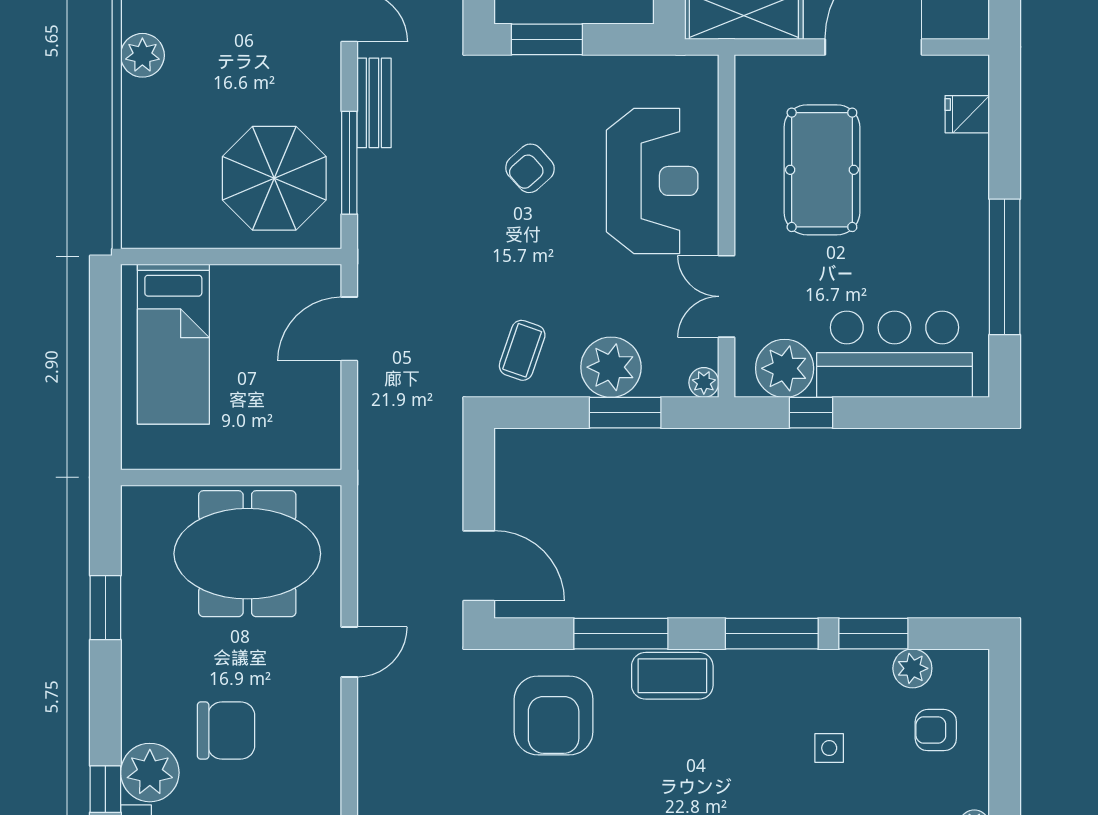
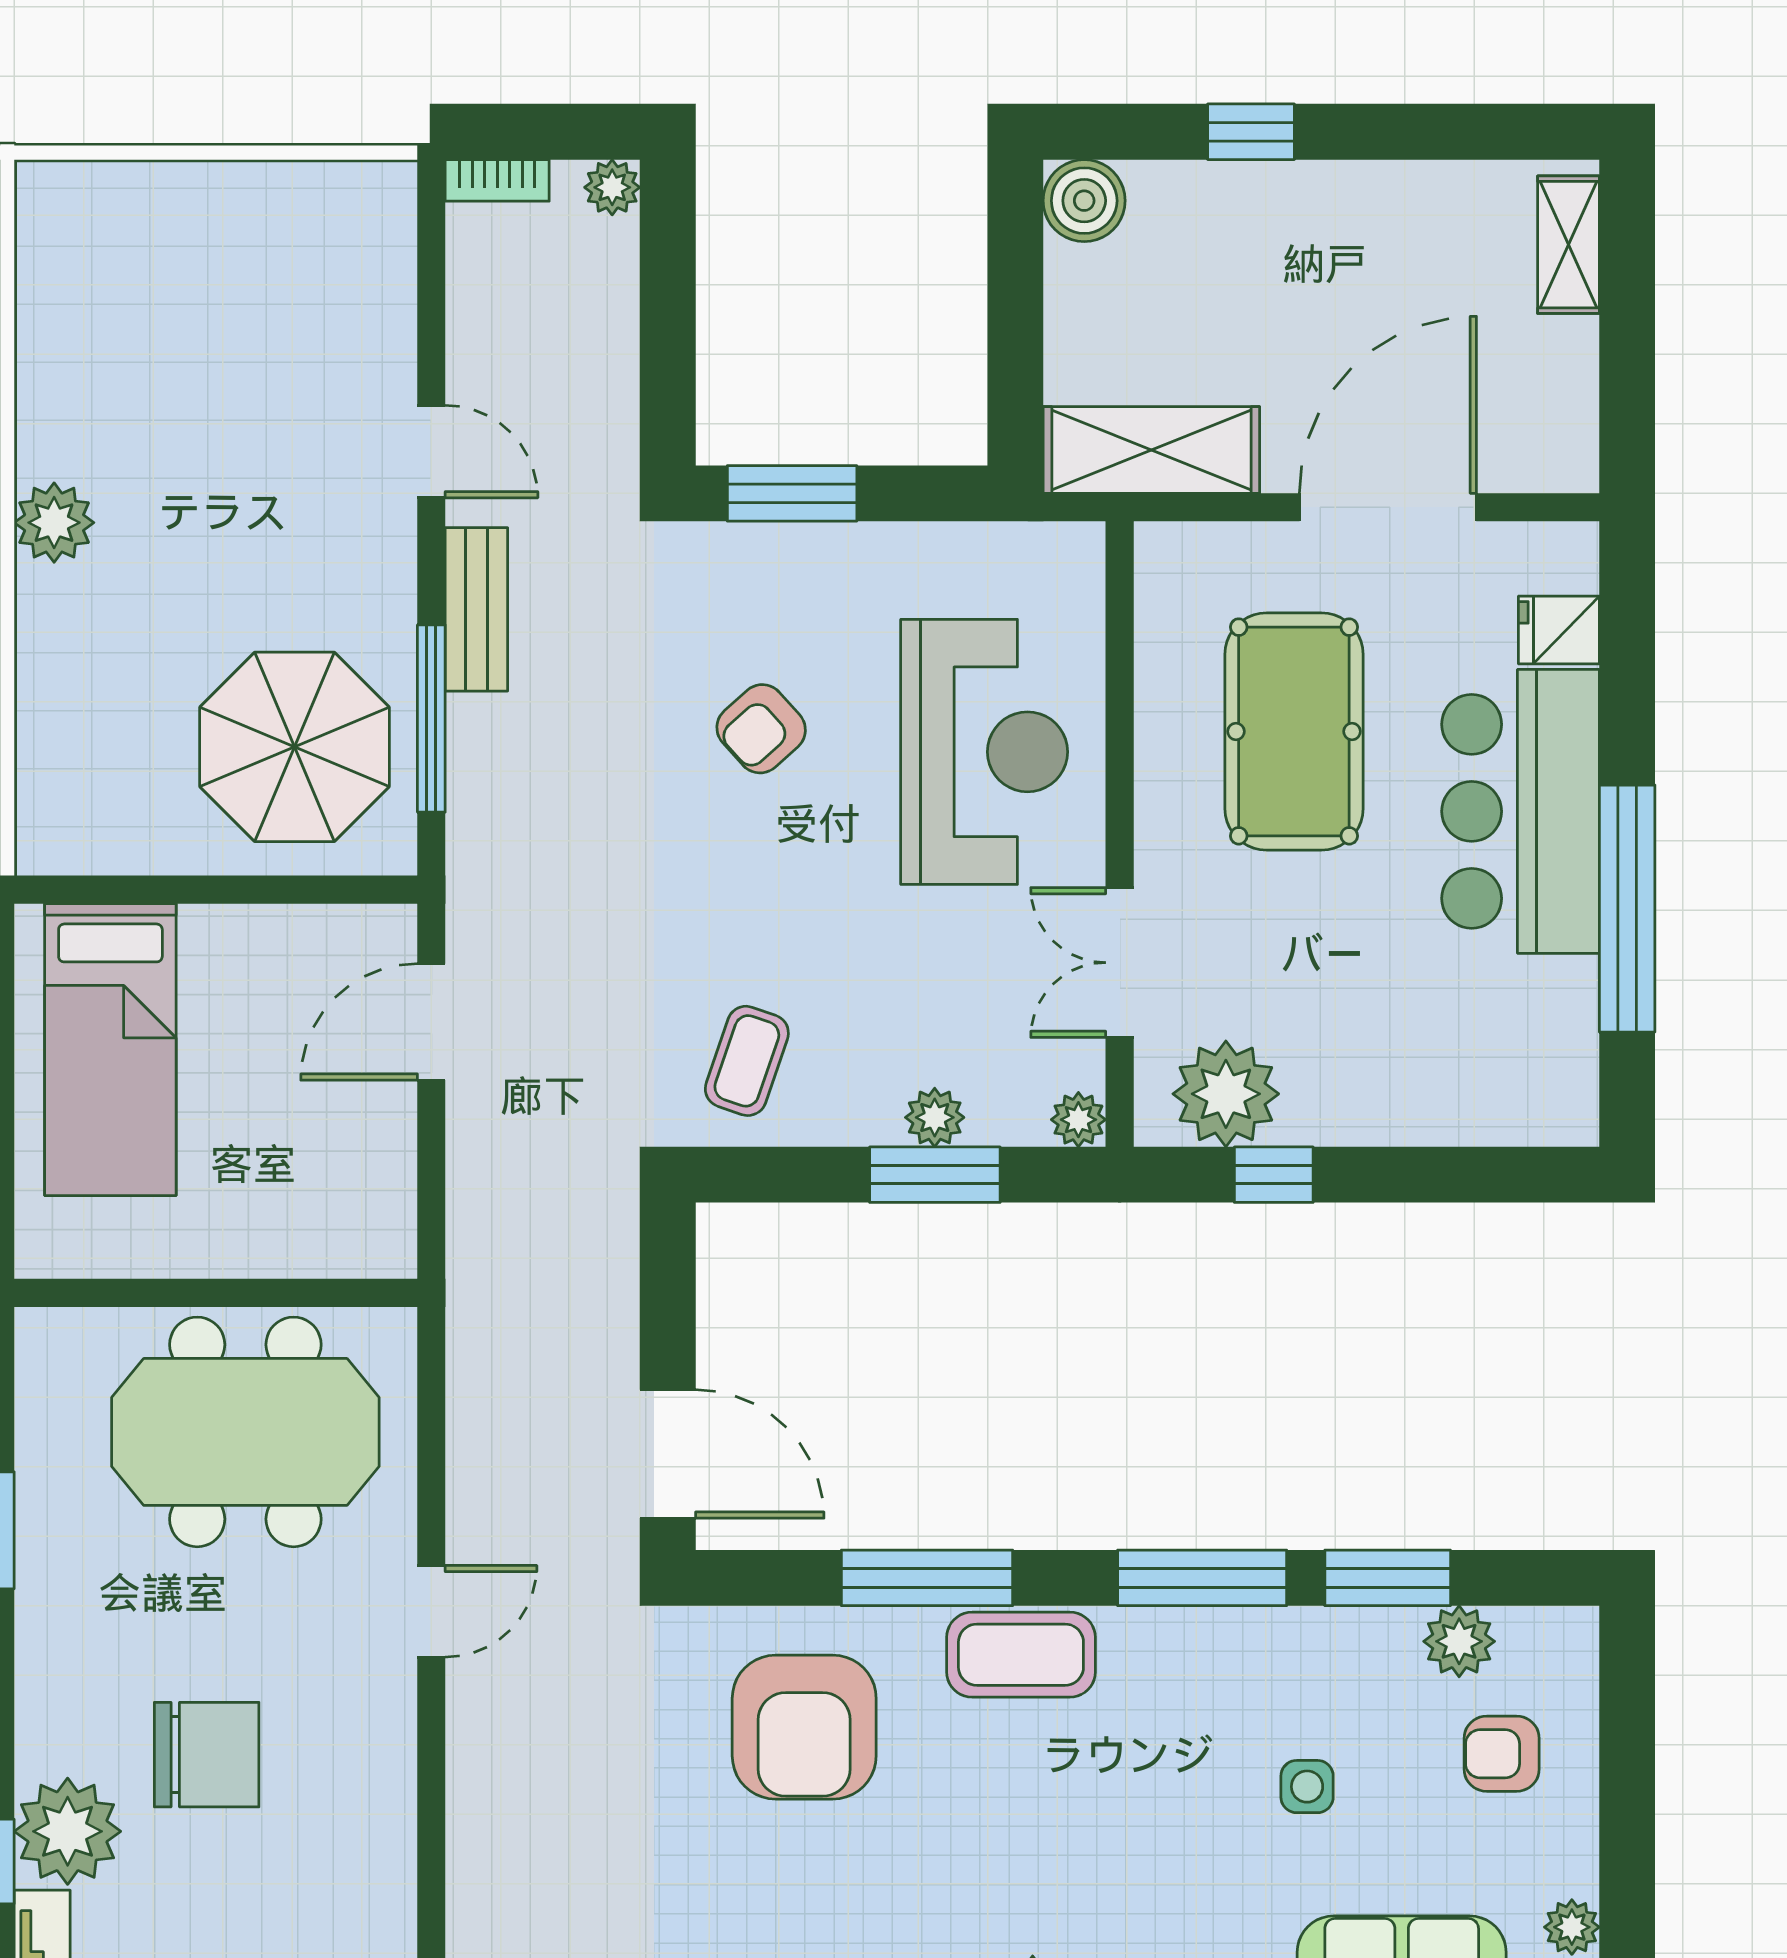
bar counter: (895, 354) -> (1521, 811), moved, turned -90
plant: (611, 367) -> (935, 1117), width x0.53, depth x0.53

